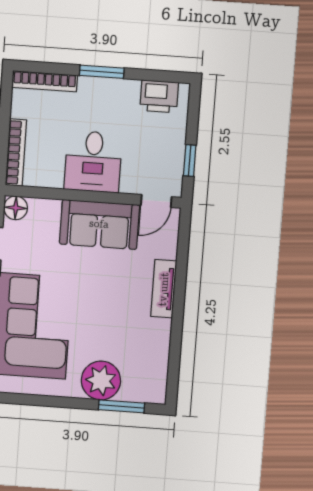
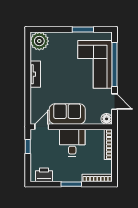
tv unit: (164, 289) -> (35, 74), moved
plant: (101, 380) -> (39, 41), moved
window: (121, 406) -> (83, 29), moved

